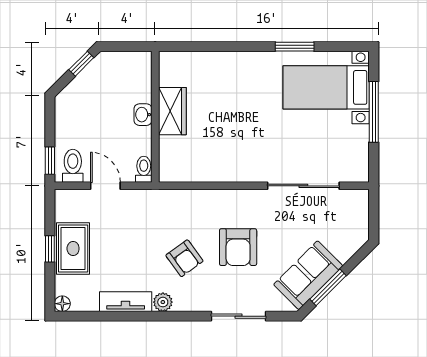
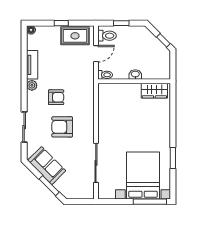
bed with nightstands: (326, 87) -> (143, 175), width x1.36
wardrobe: (172, 111) -> (154, 91), moved
window: (374, 112) -> (150, 202), moved
window: (50, 161) -> (121, 23), moved
rug: (73, 249) -> (75, 36), moved
armchair: (184, 258) -> (56, 97), turned -144
window: (328, 287) -> (49, 186), moved

